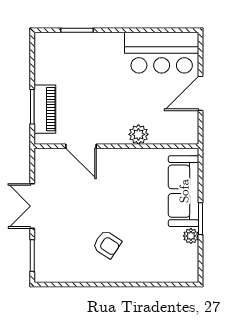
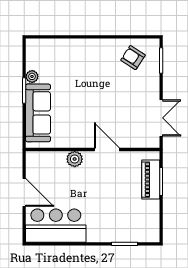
door: (201, 93) -> (24, 192), hinge flipped
door: (81, 146) -> (107, 150), moved
double door: (32, 206) -> (161, 118), moved
armchair: (107, 244) -> (133, 58), moved

